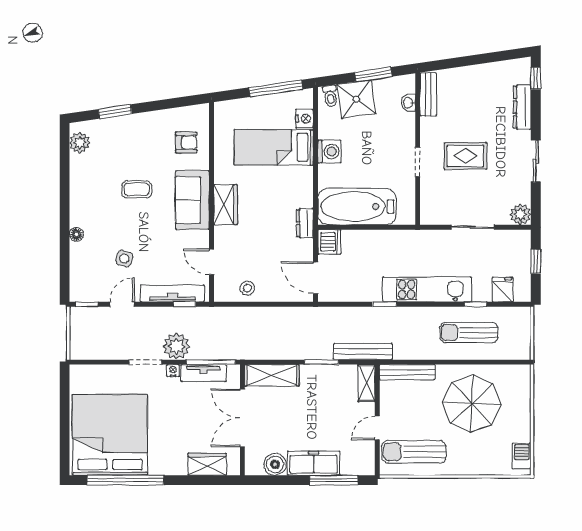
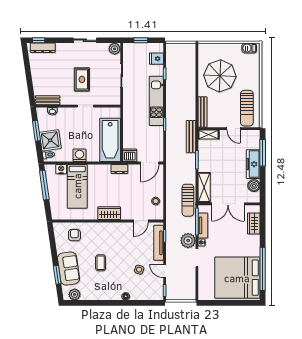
dresser: (522, 107) -> (43, 48), moved
sofa: (192, 200) -> (68, 268), moved, turned -98
sun lounger: (469, 333) -> (188, 200), moved

